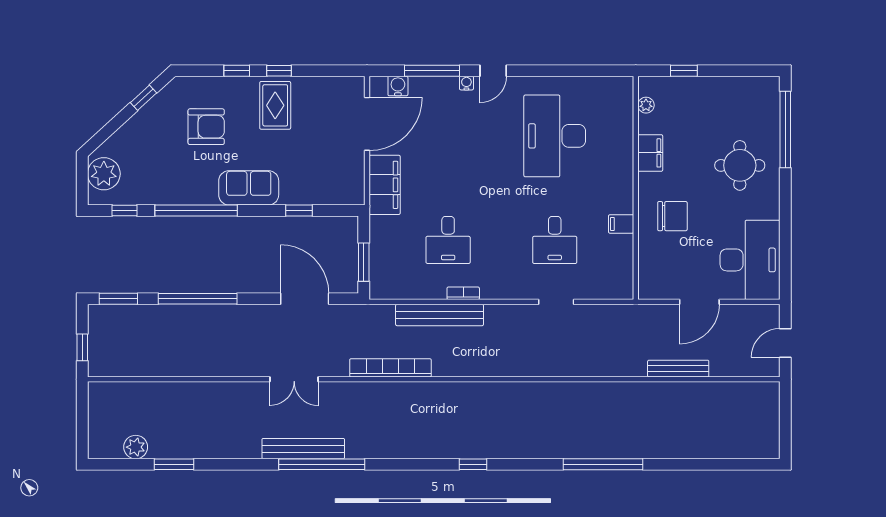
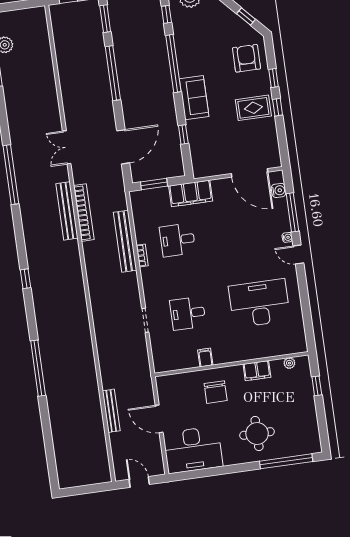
armchair: (206, 127) -> (247, 58), moved, turned 180
filing cabinet: (385, 185) -> (191, 193), moved
bench: (303, 449) -> (67, 211), moved

